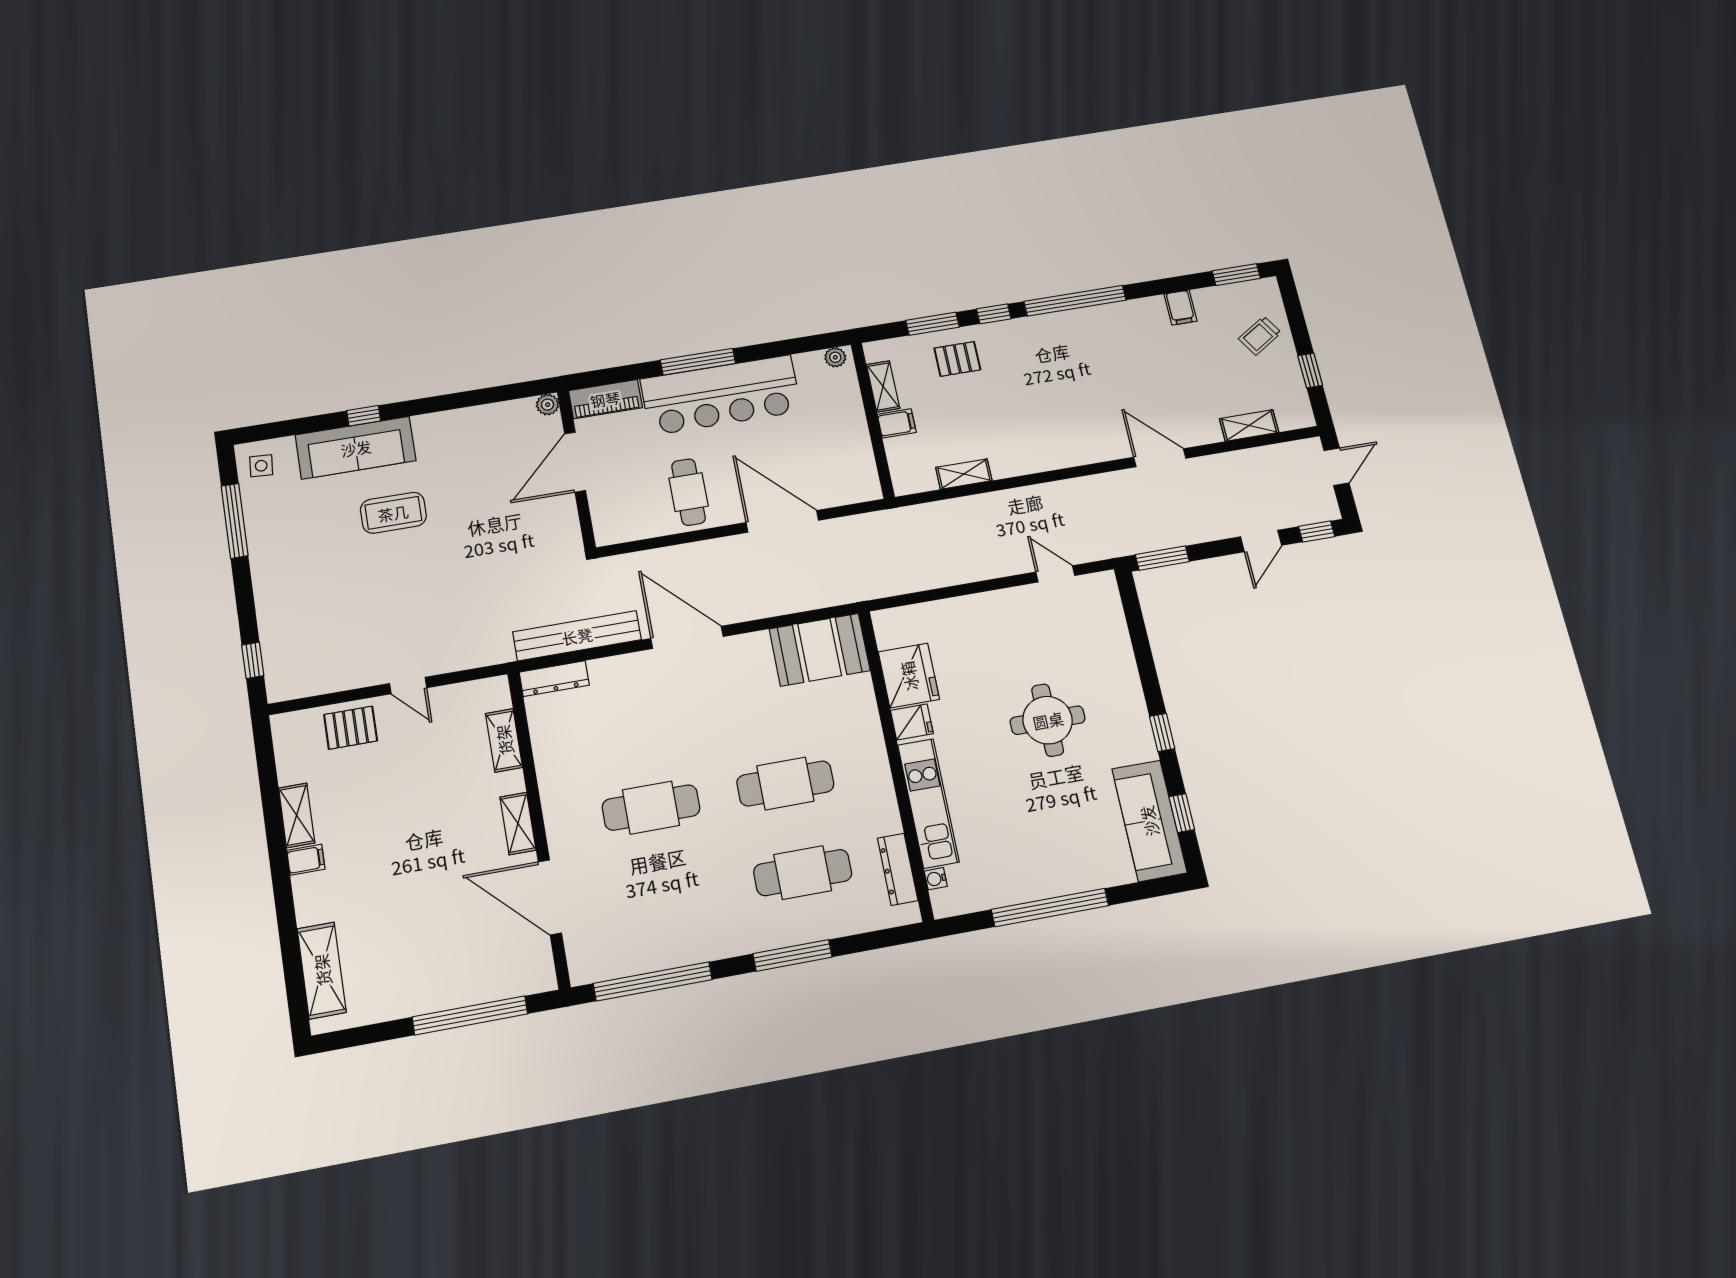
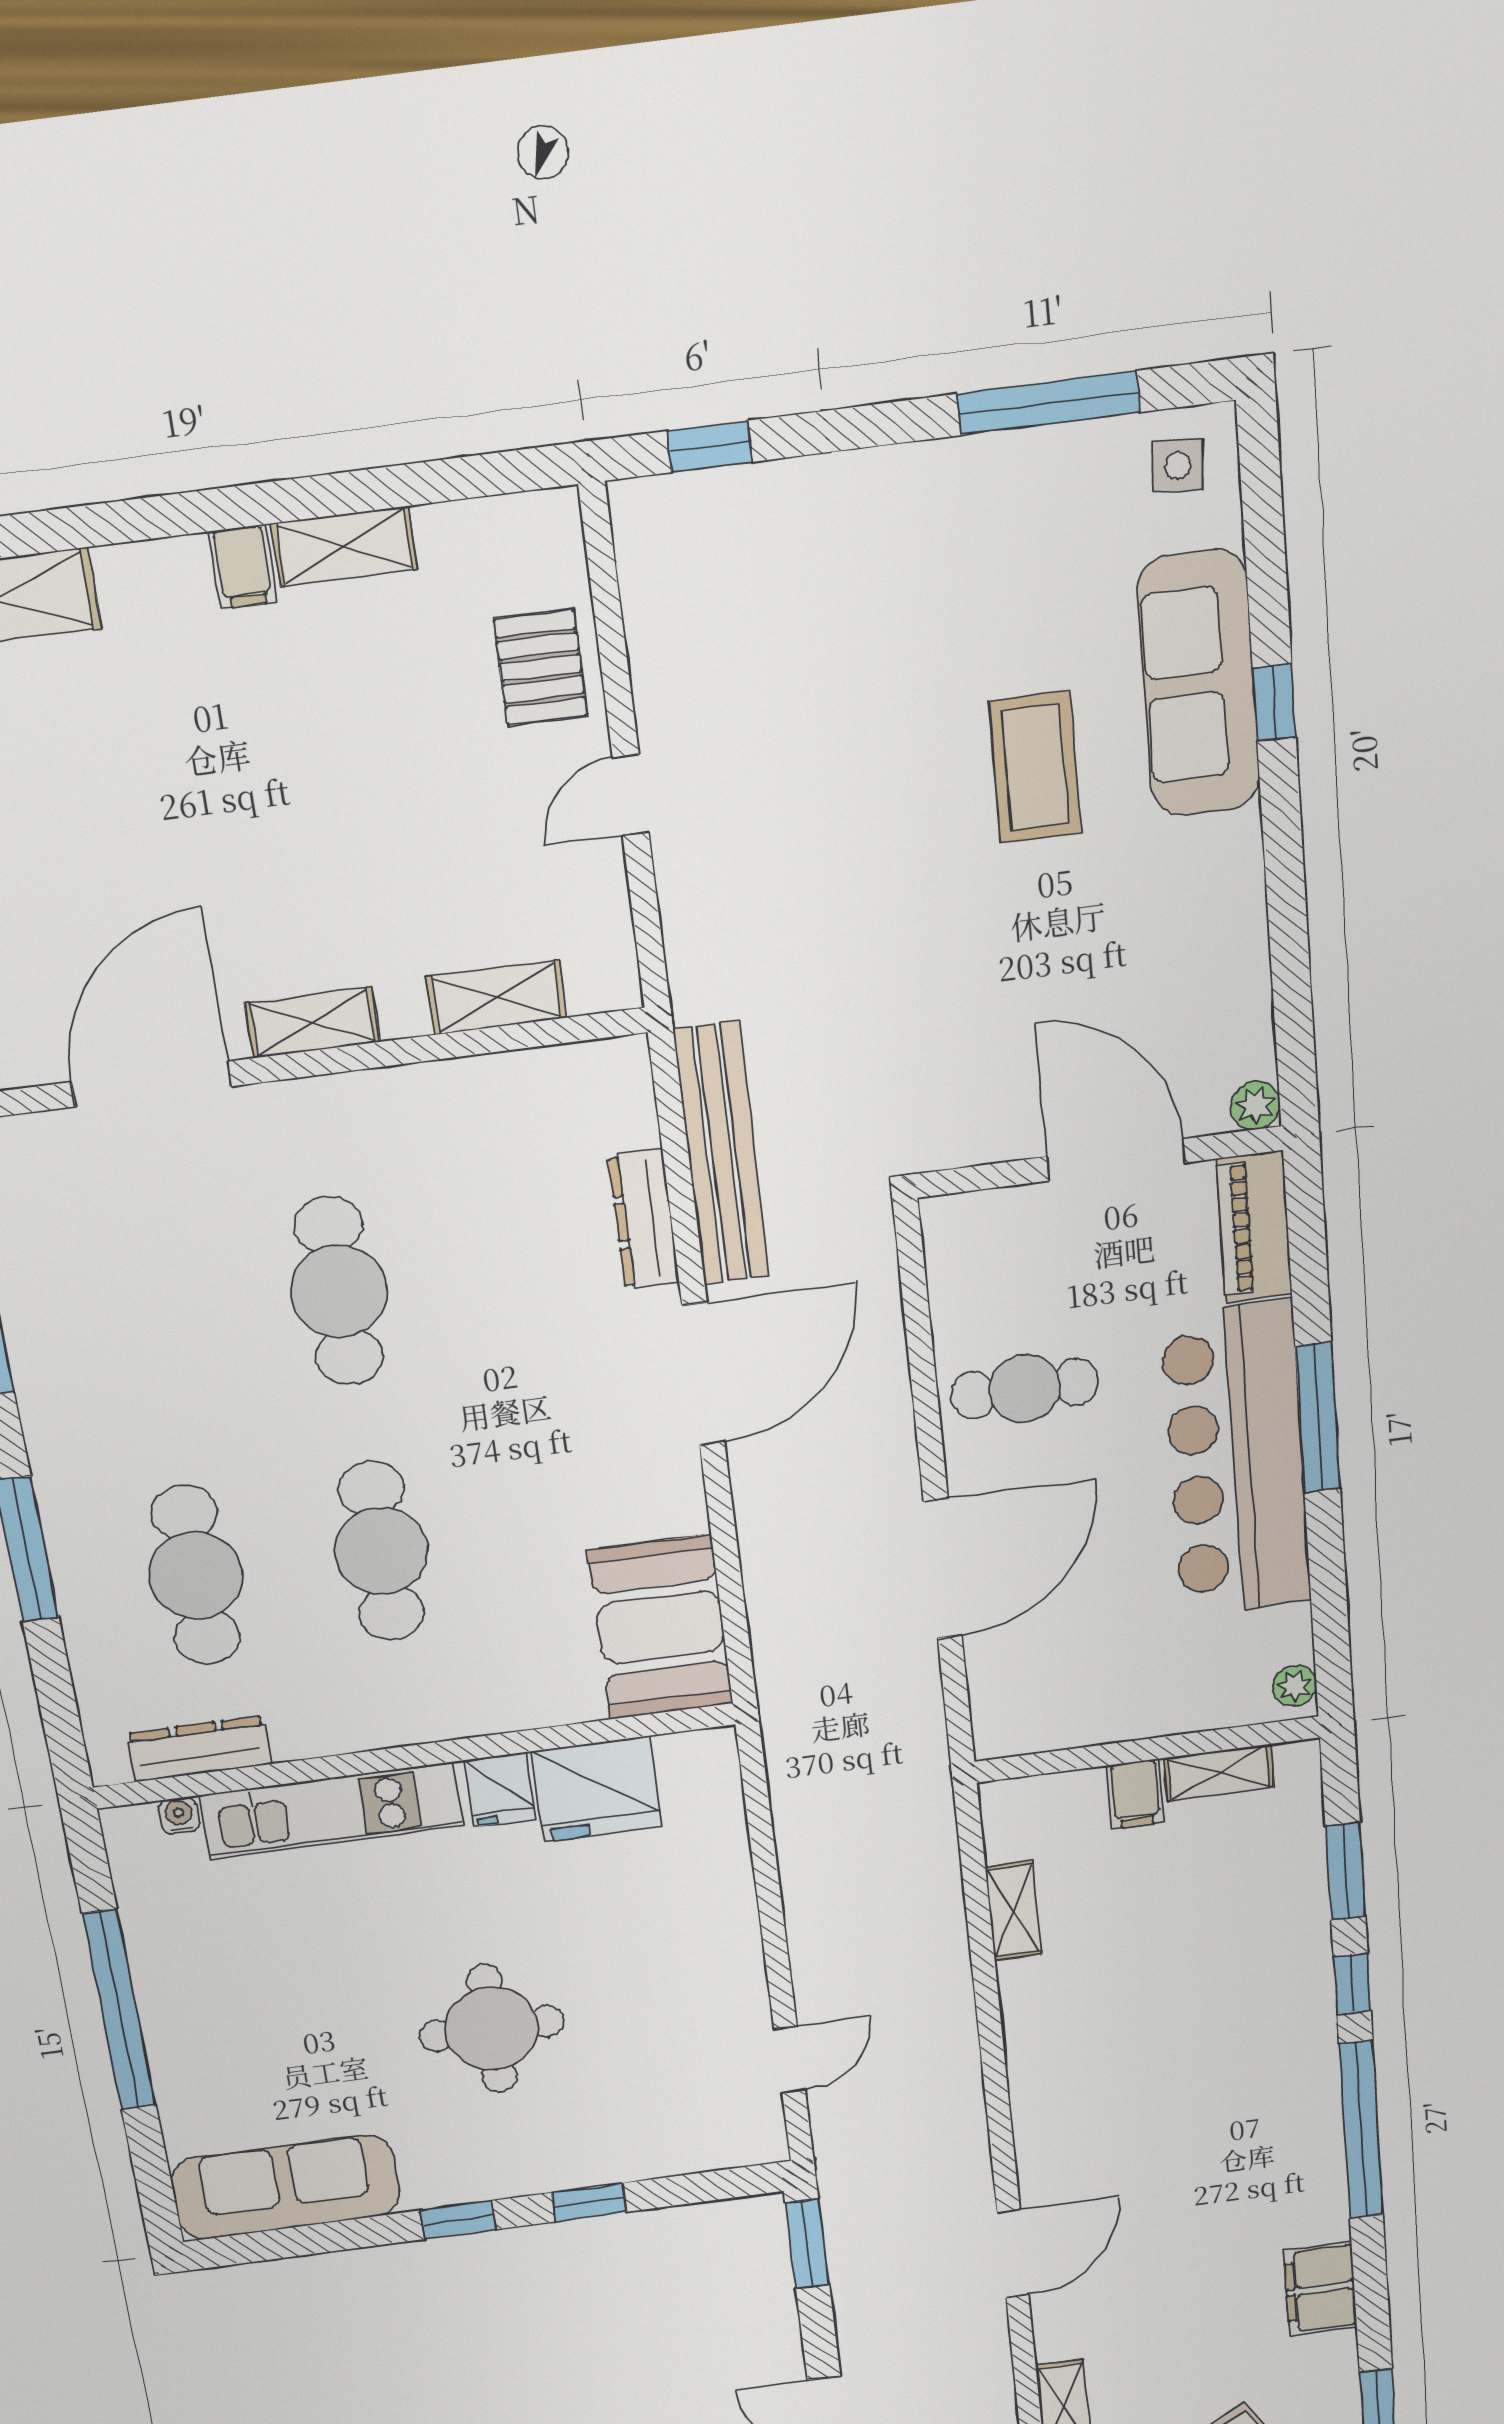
filing cabinet: (1181, 308) -> (1320, 2289), width x2.00
pallet: (957, 359) -> (1263, 1913), removed
dresser: (554, 679) -> (644, 1219), moved
window: (1182, 813) -> (589, 2202), moved

